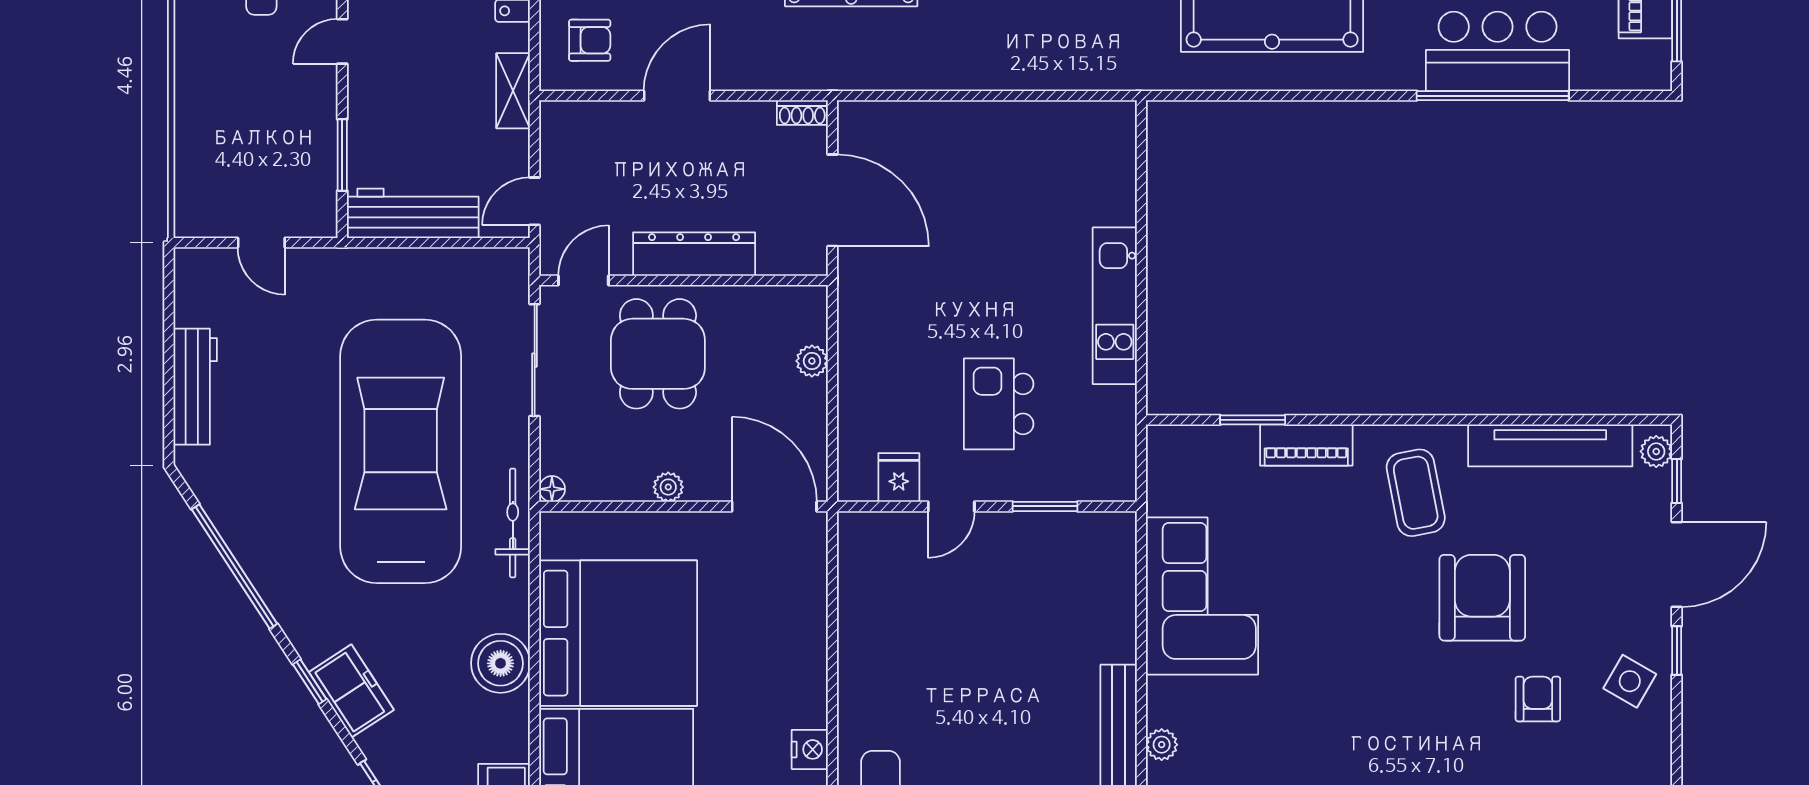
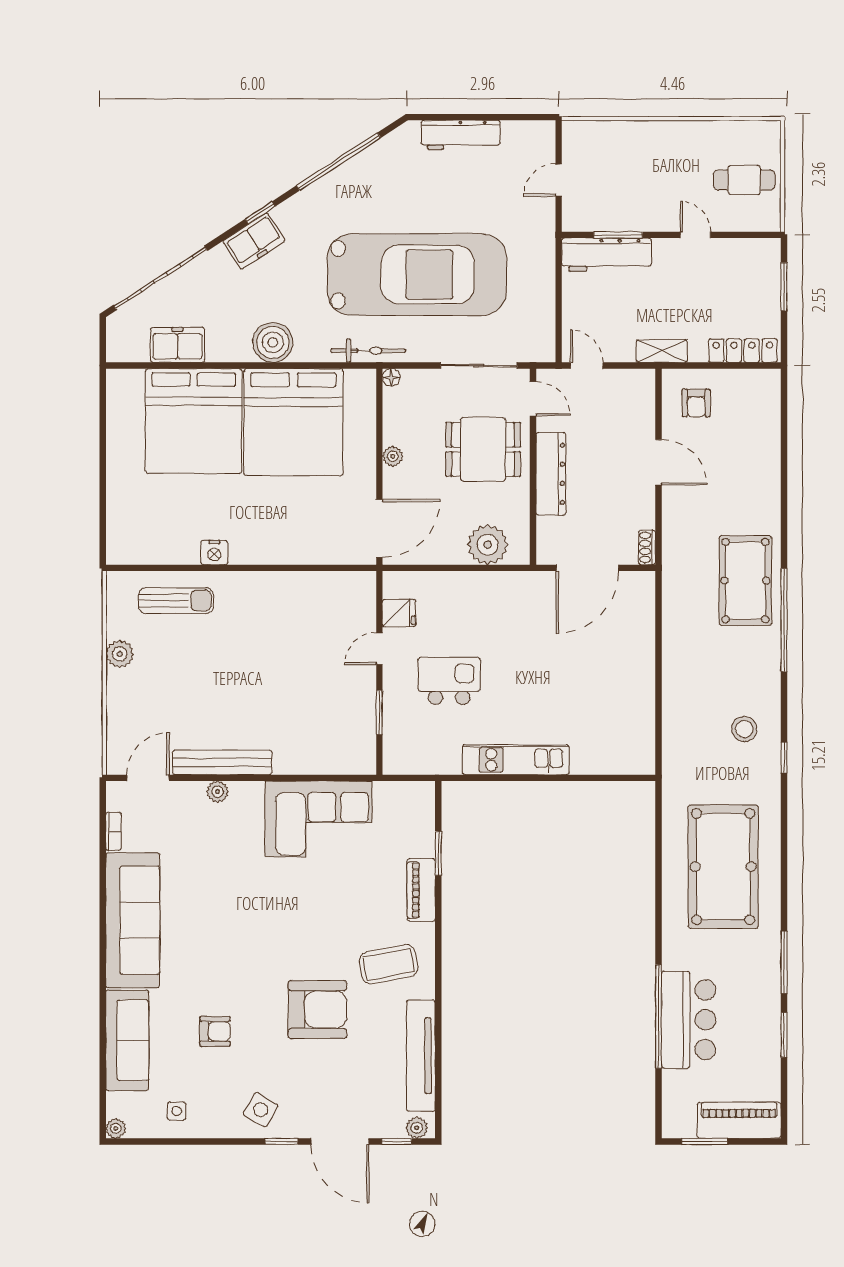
workbench: (413, 213) -> (606, 255), moved, turned 90
plant: (812, 361) -> (488, 545), width x1.88, depth x1.88
door: (951, 506) -> (379, 649), hinge flipped
armchair: (1538, 699) -> (215, 1031), moved

